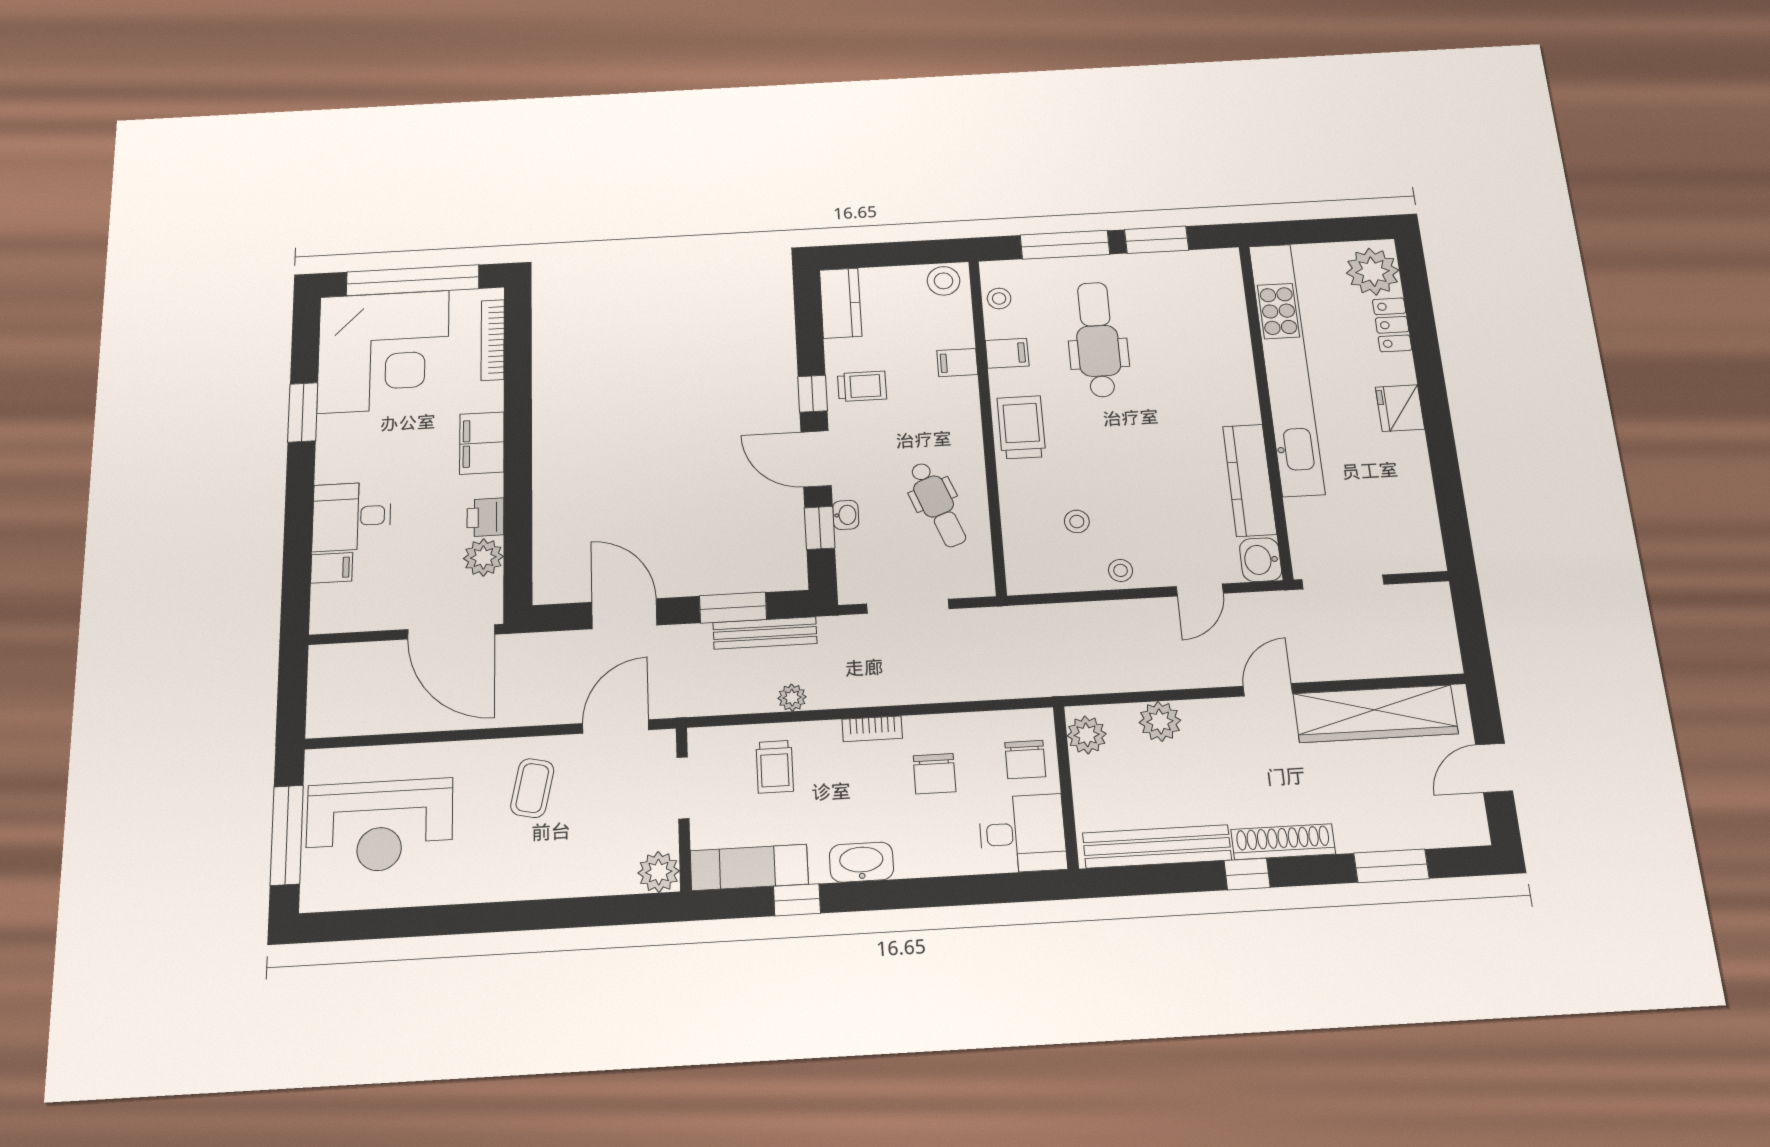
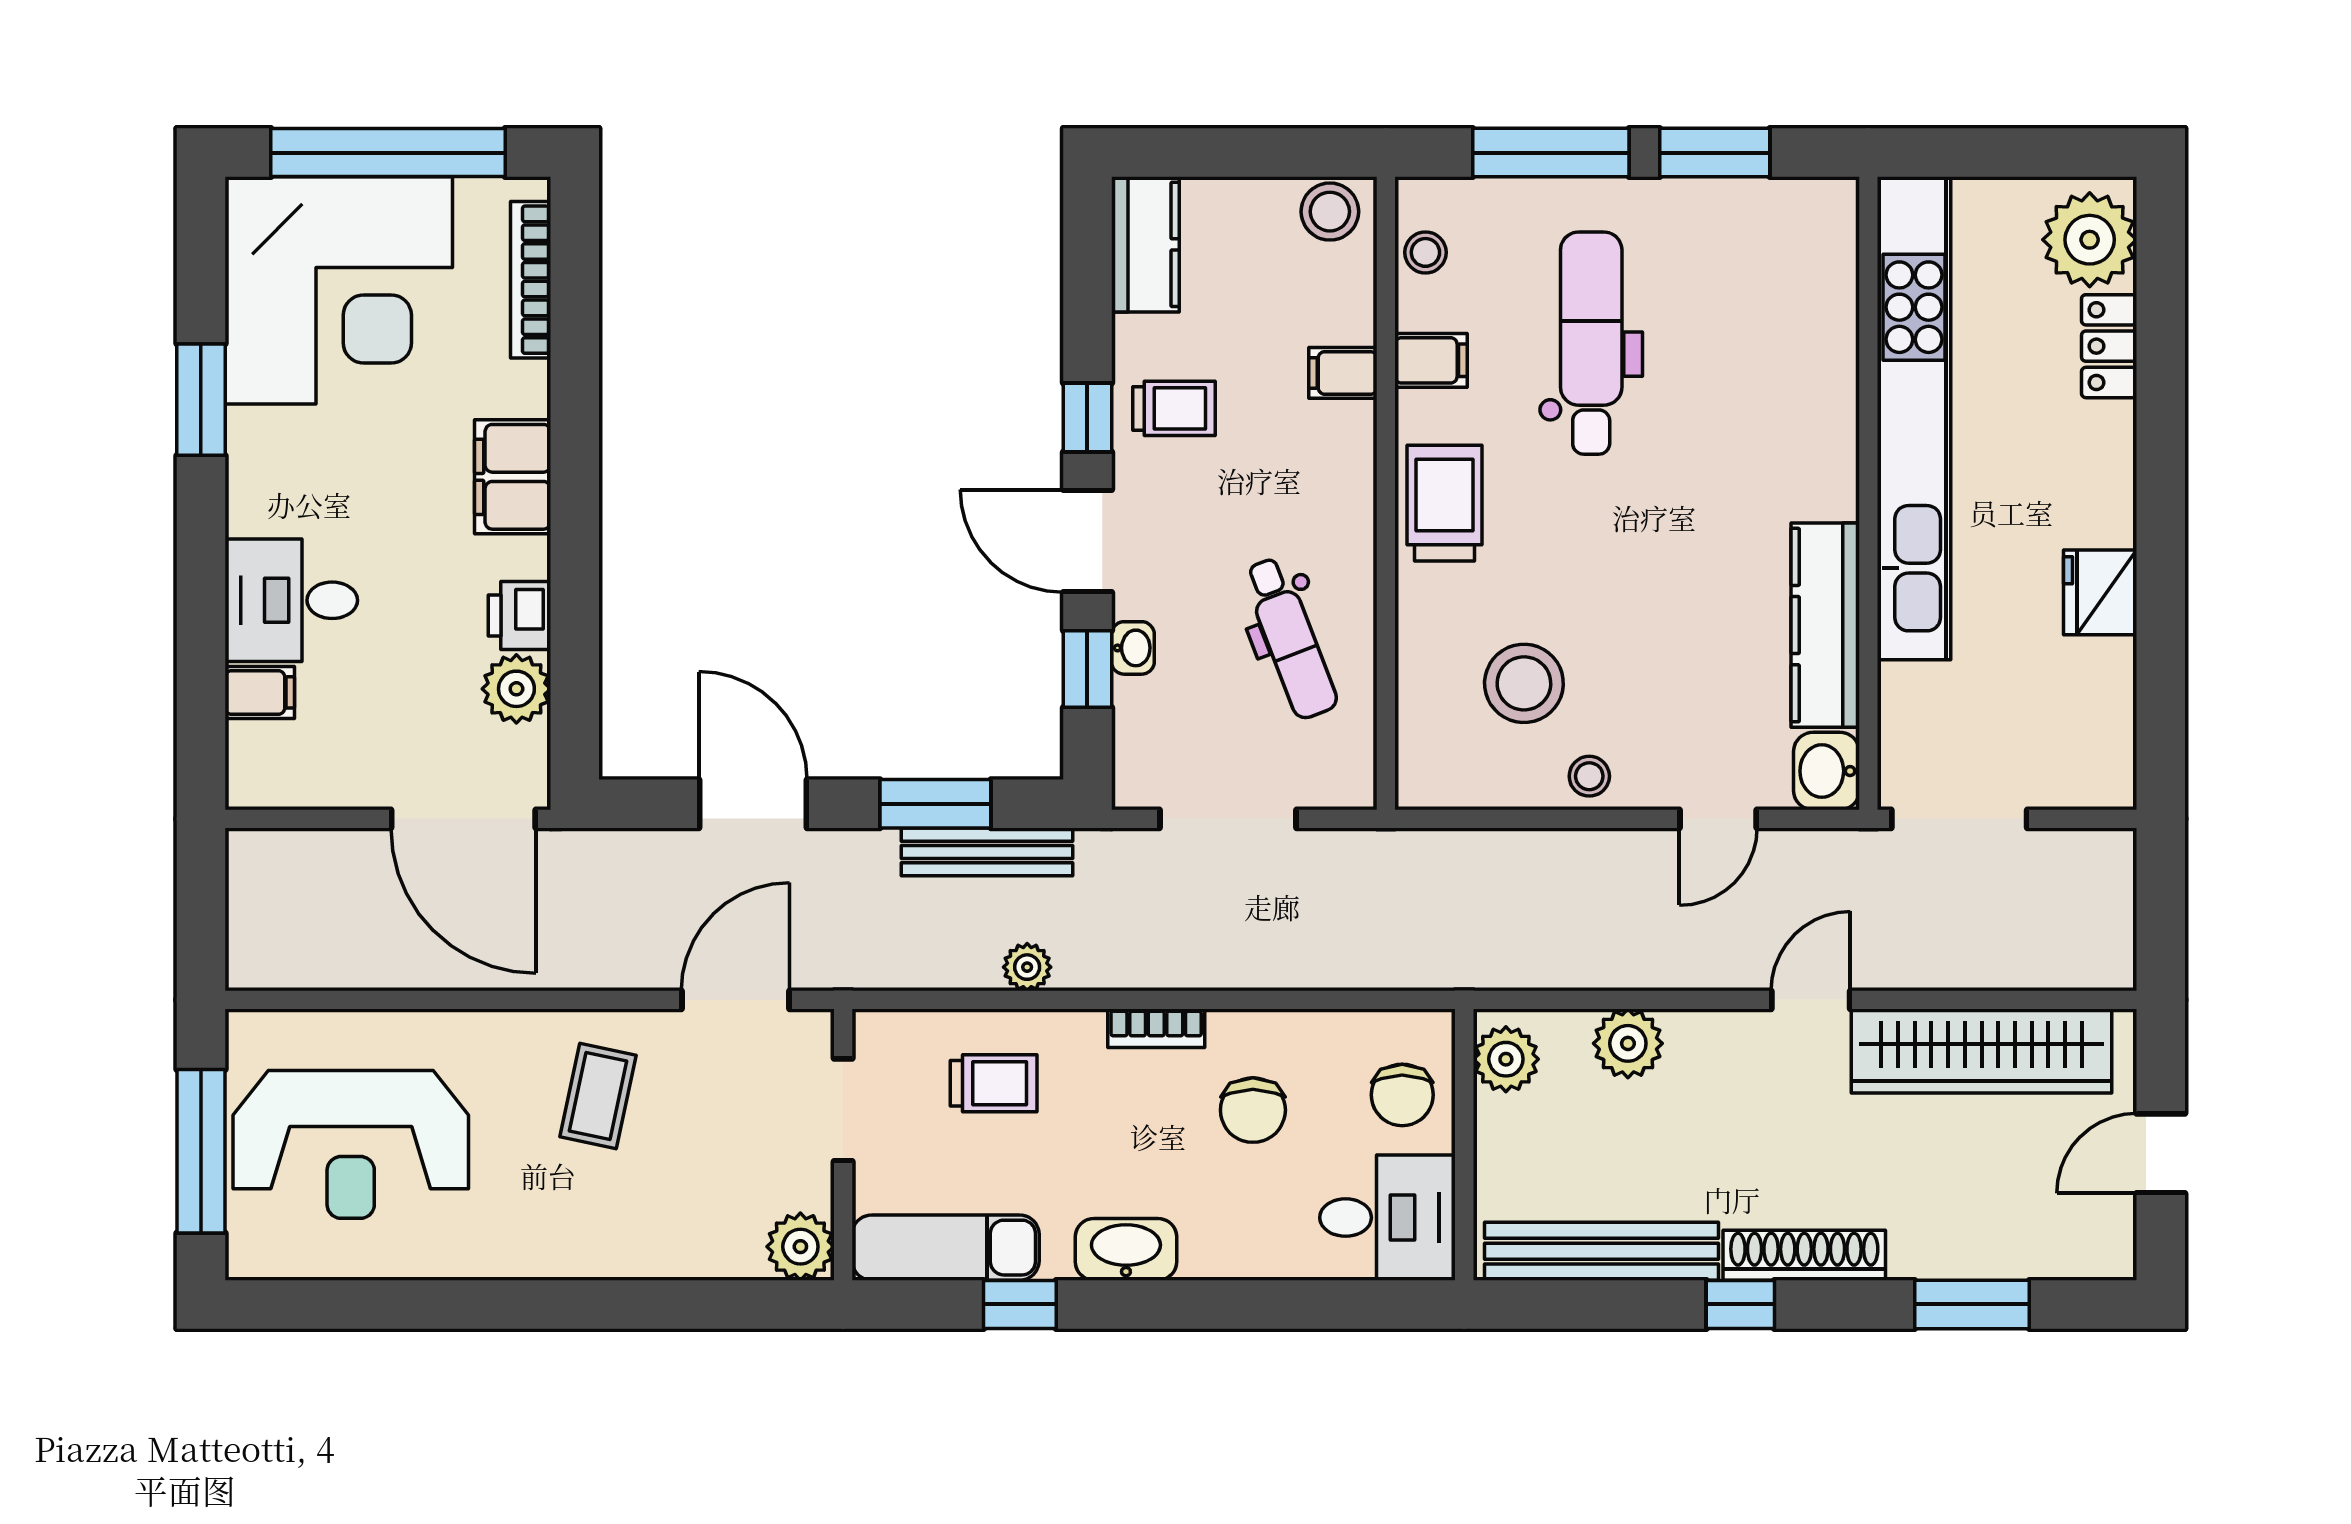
fridge: (1400, 408) -> (2100, 592), moved
stool: (1077, 521) -> (1524, 683), width x1.89, depth x1.89
trolley: (775, 767) -> (994, 1083), turned -90

